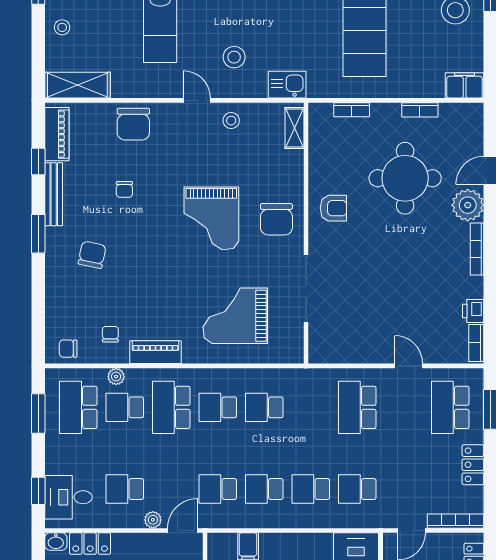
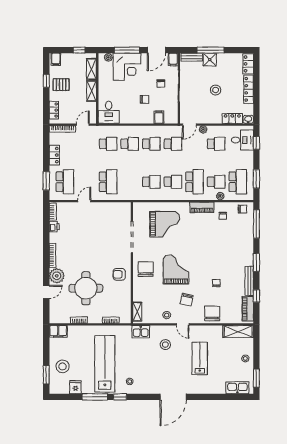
chair: (92, 255) -> (187, 300), moved
window: (38, 317) -> (256, 224), added
door: (409, 366) -> (84, 201), swing flipped

